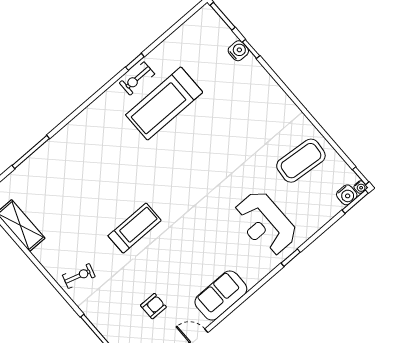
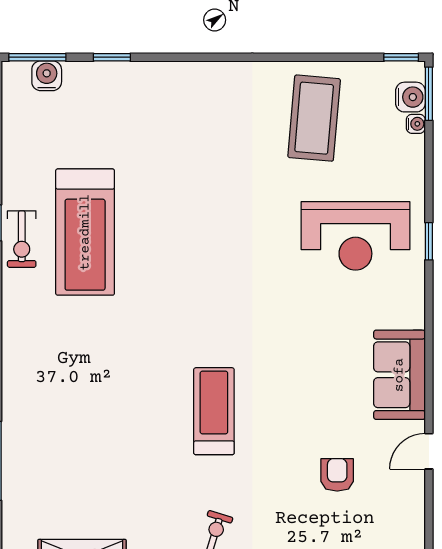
water cooler: (238, 51) -> (47, 76), moved
water cooler: (361, 187) -> (416, 124), moved

